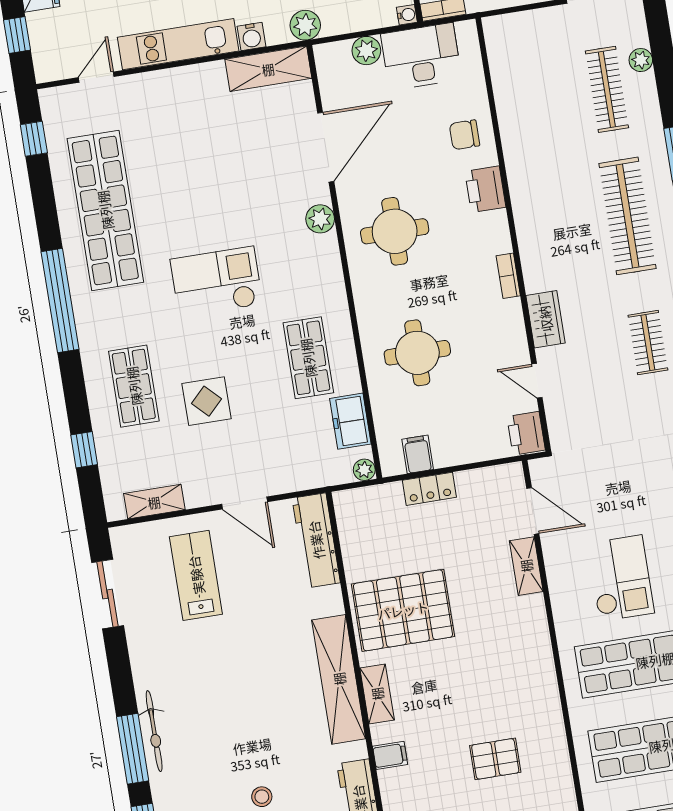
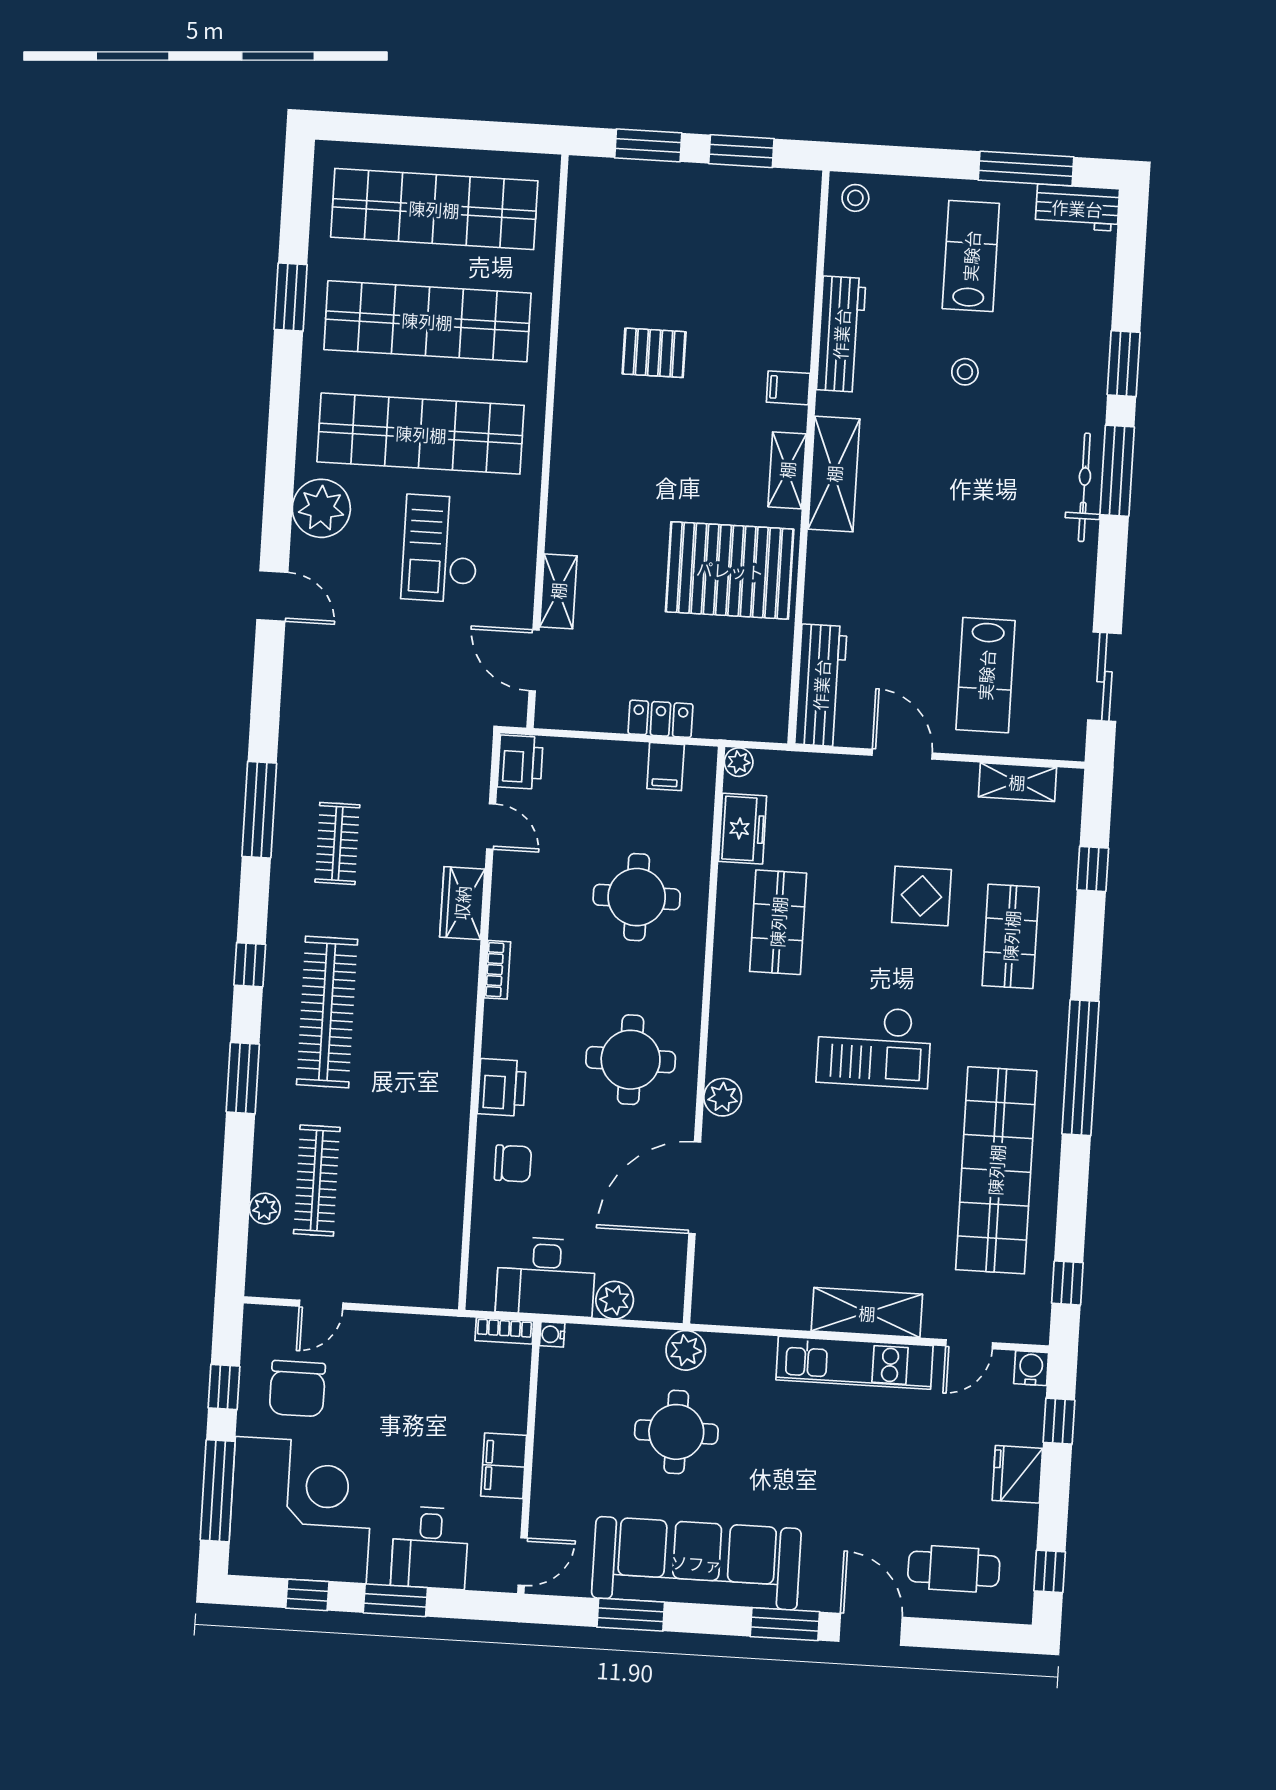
water cooler: (251, 36) -> (1031, 1368), moved
shelving: (268, 69) -> (867, 1313), moved
shelving: (339, 679) -> (834, 474), width x0.68

